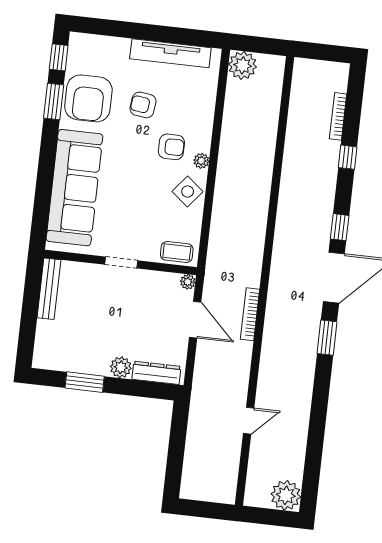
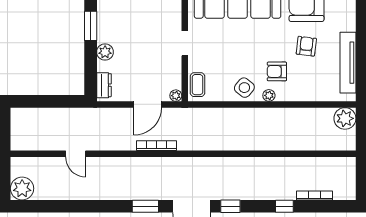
armchair: (171, 147) -> (277, 71), turned 90
dresser: (156, 373) -> (104, 85), width x0.70

